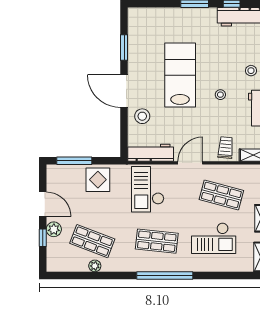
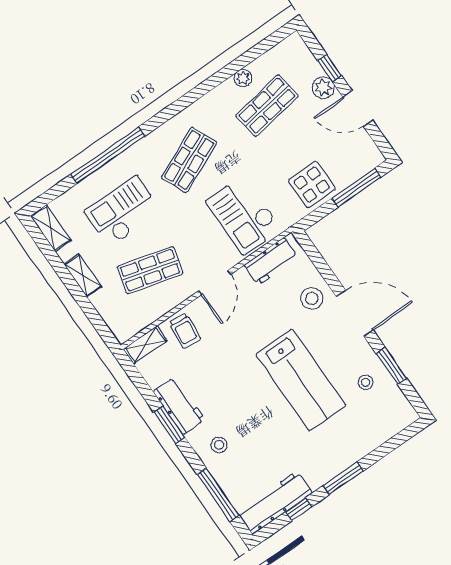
stool: (220, 95) -> (366, 382), moved
workbench: (151, 153) -> (271, 261), width x0.73
checkout: (148, 189) -> (244, 215), turned 180
shop shelf: (92, 241) -> (267, 106), turned -30
shop shelf: (157, 241) -> (189, 160), turned -30
window: (165, 275) -> (108, 155), moved

